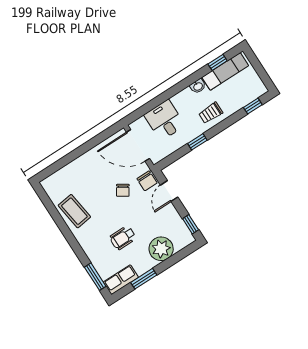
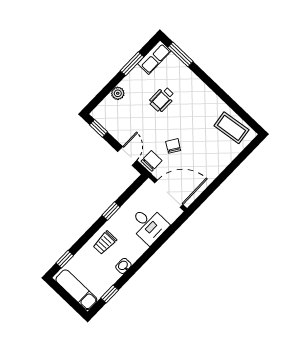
exam couch: (225, 71) -> (76, 290), moved, turned 90
trolley: (211, 113) -> (105, 243), turned 180
chair: (147, 181) -> (152, 161), turned 90
coffee table: (74, 211) -> (231, 128), moved
wheelchair: (123, 238) -> (162, 99), turned 180
plant: (161, 249) -> (118, 93), width x0.53, depth x0.53

